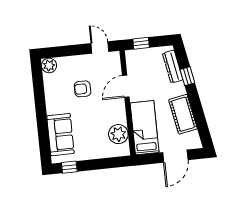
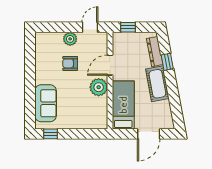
door: (100, 47) -> (90, 27), hinge flipped
plant: (49, 65) -> (70, 39), moved
cot: (183, 114) -> (157, 84), moved
plant: (118, 134) -> (99, 87), moved

